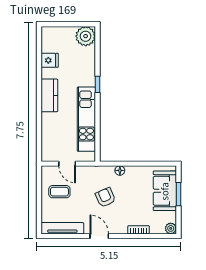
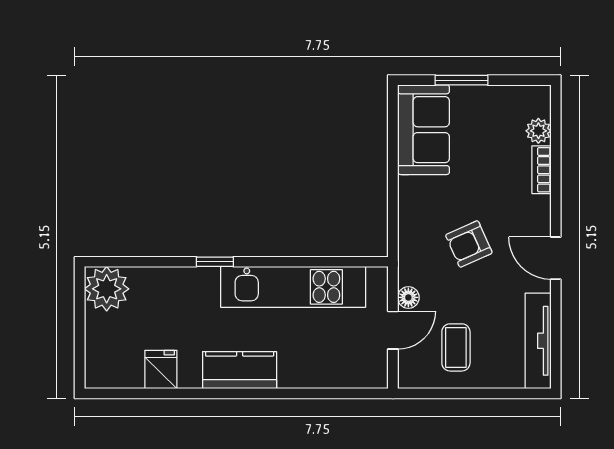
floor lamp: (120, 170) -> (408, 297), moved
sofa: (165, 191) -> (424, 130), moved, turned -90
plant: (171, 228) -> (538, 131), moved
door: (99, 236) -> (556, 258), hinge flipped

